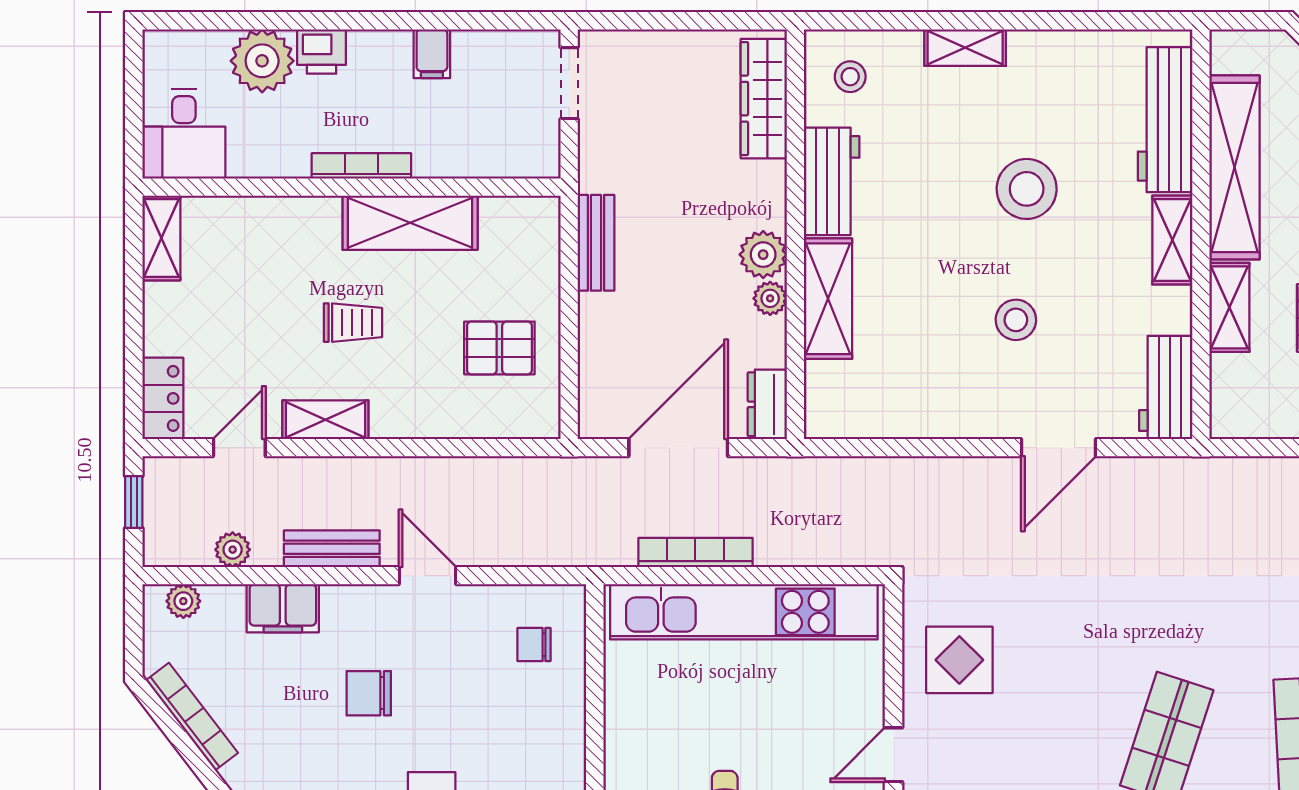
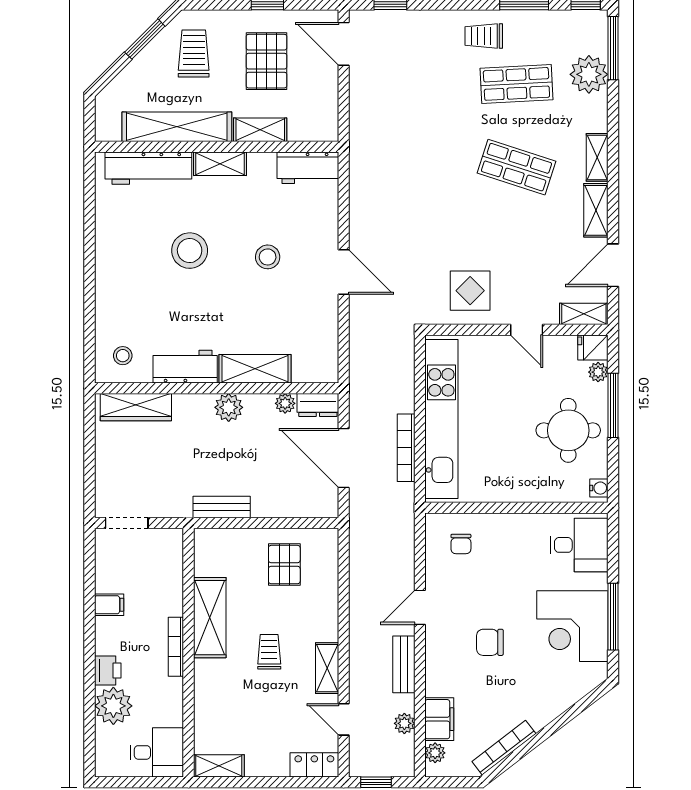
shelving: (965, 48) -> (105, 287), removed
plant: (770, 298) -> (285, 403), moved
door: (1059, 448) -> (344, 272), moved
filing cabinet: (283, 608) -> (439, 719), moved
chair: (369, 693) -> (490, 642), turned 90

